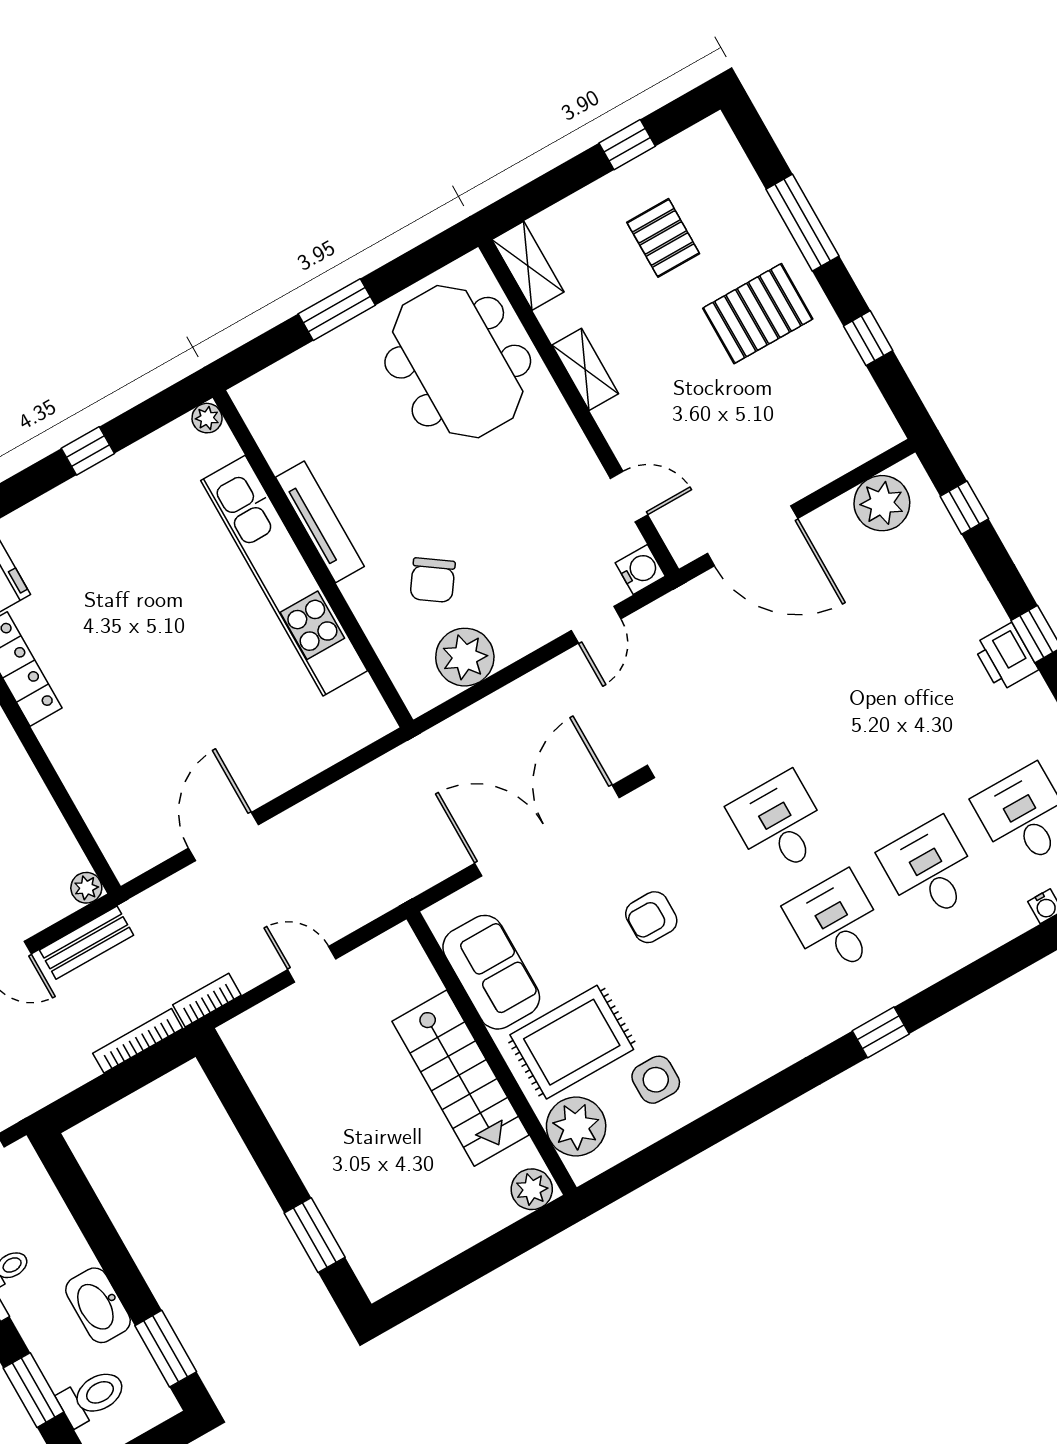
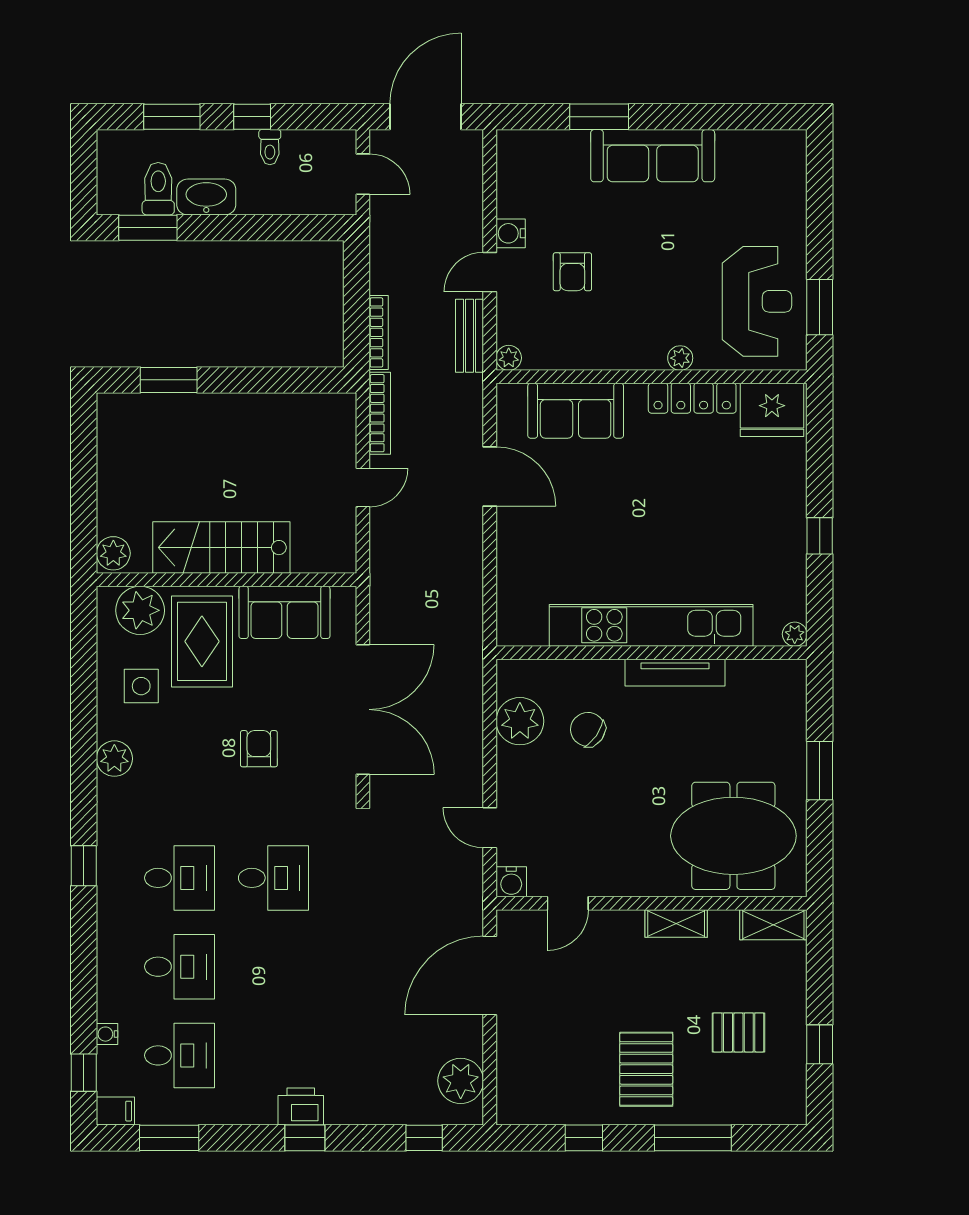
sofa: (102, 785) -> (576, 411), added
bookcase: (207, 1000) -> (380, 413), width x1.56
plant: (749, 1064) -> (114, 759), added
toilet: (92, 1397) -> (158, 189), moved, turned 180

